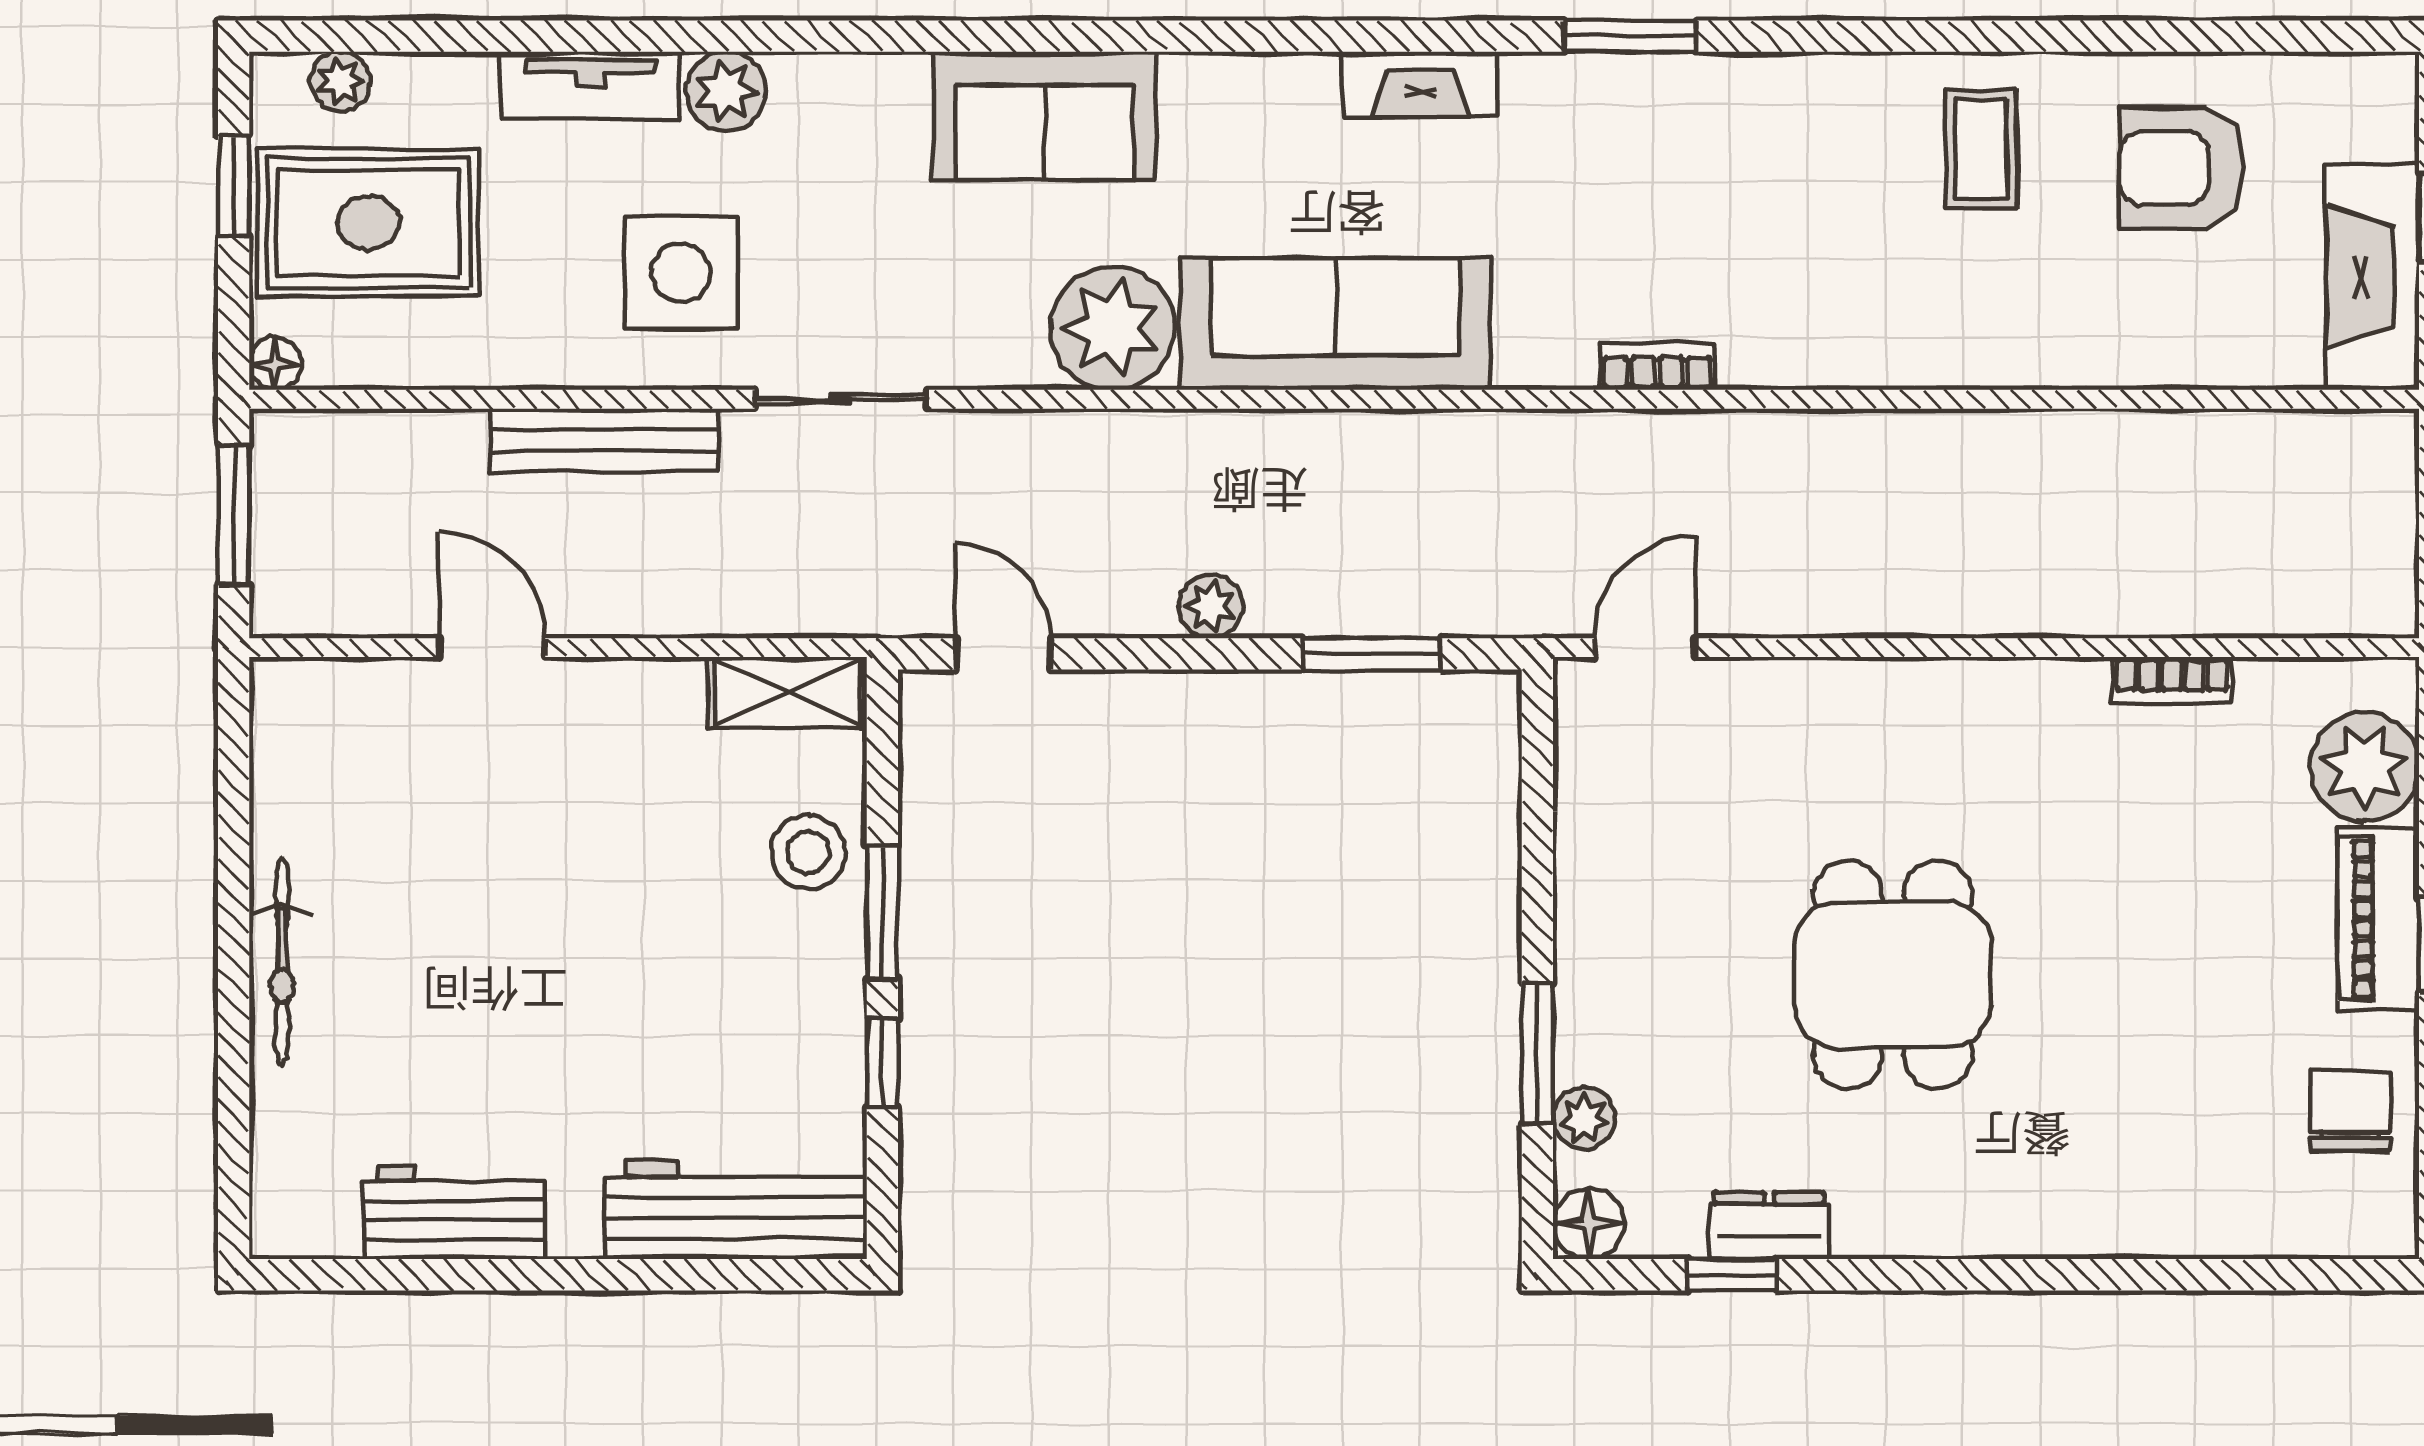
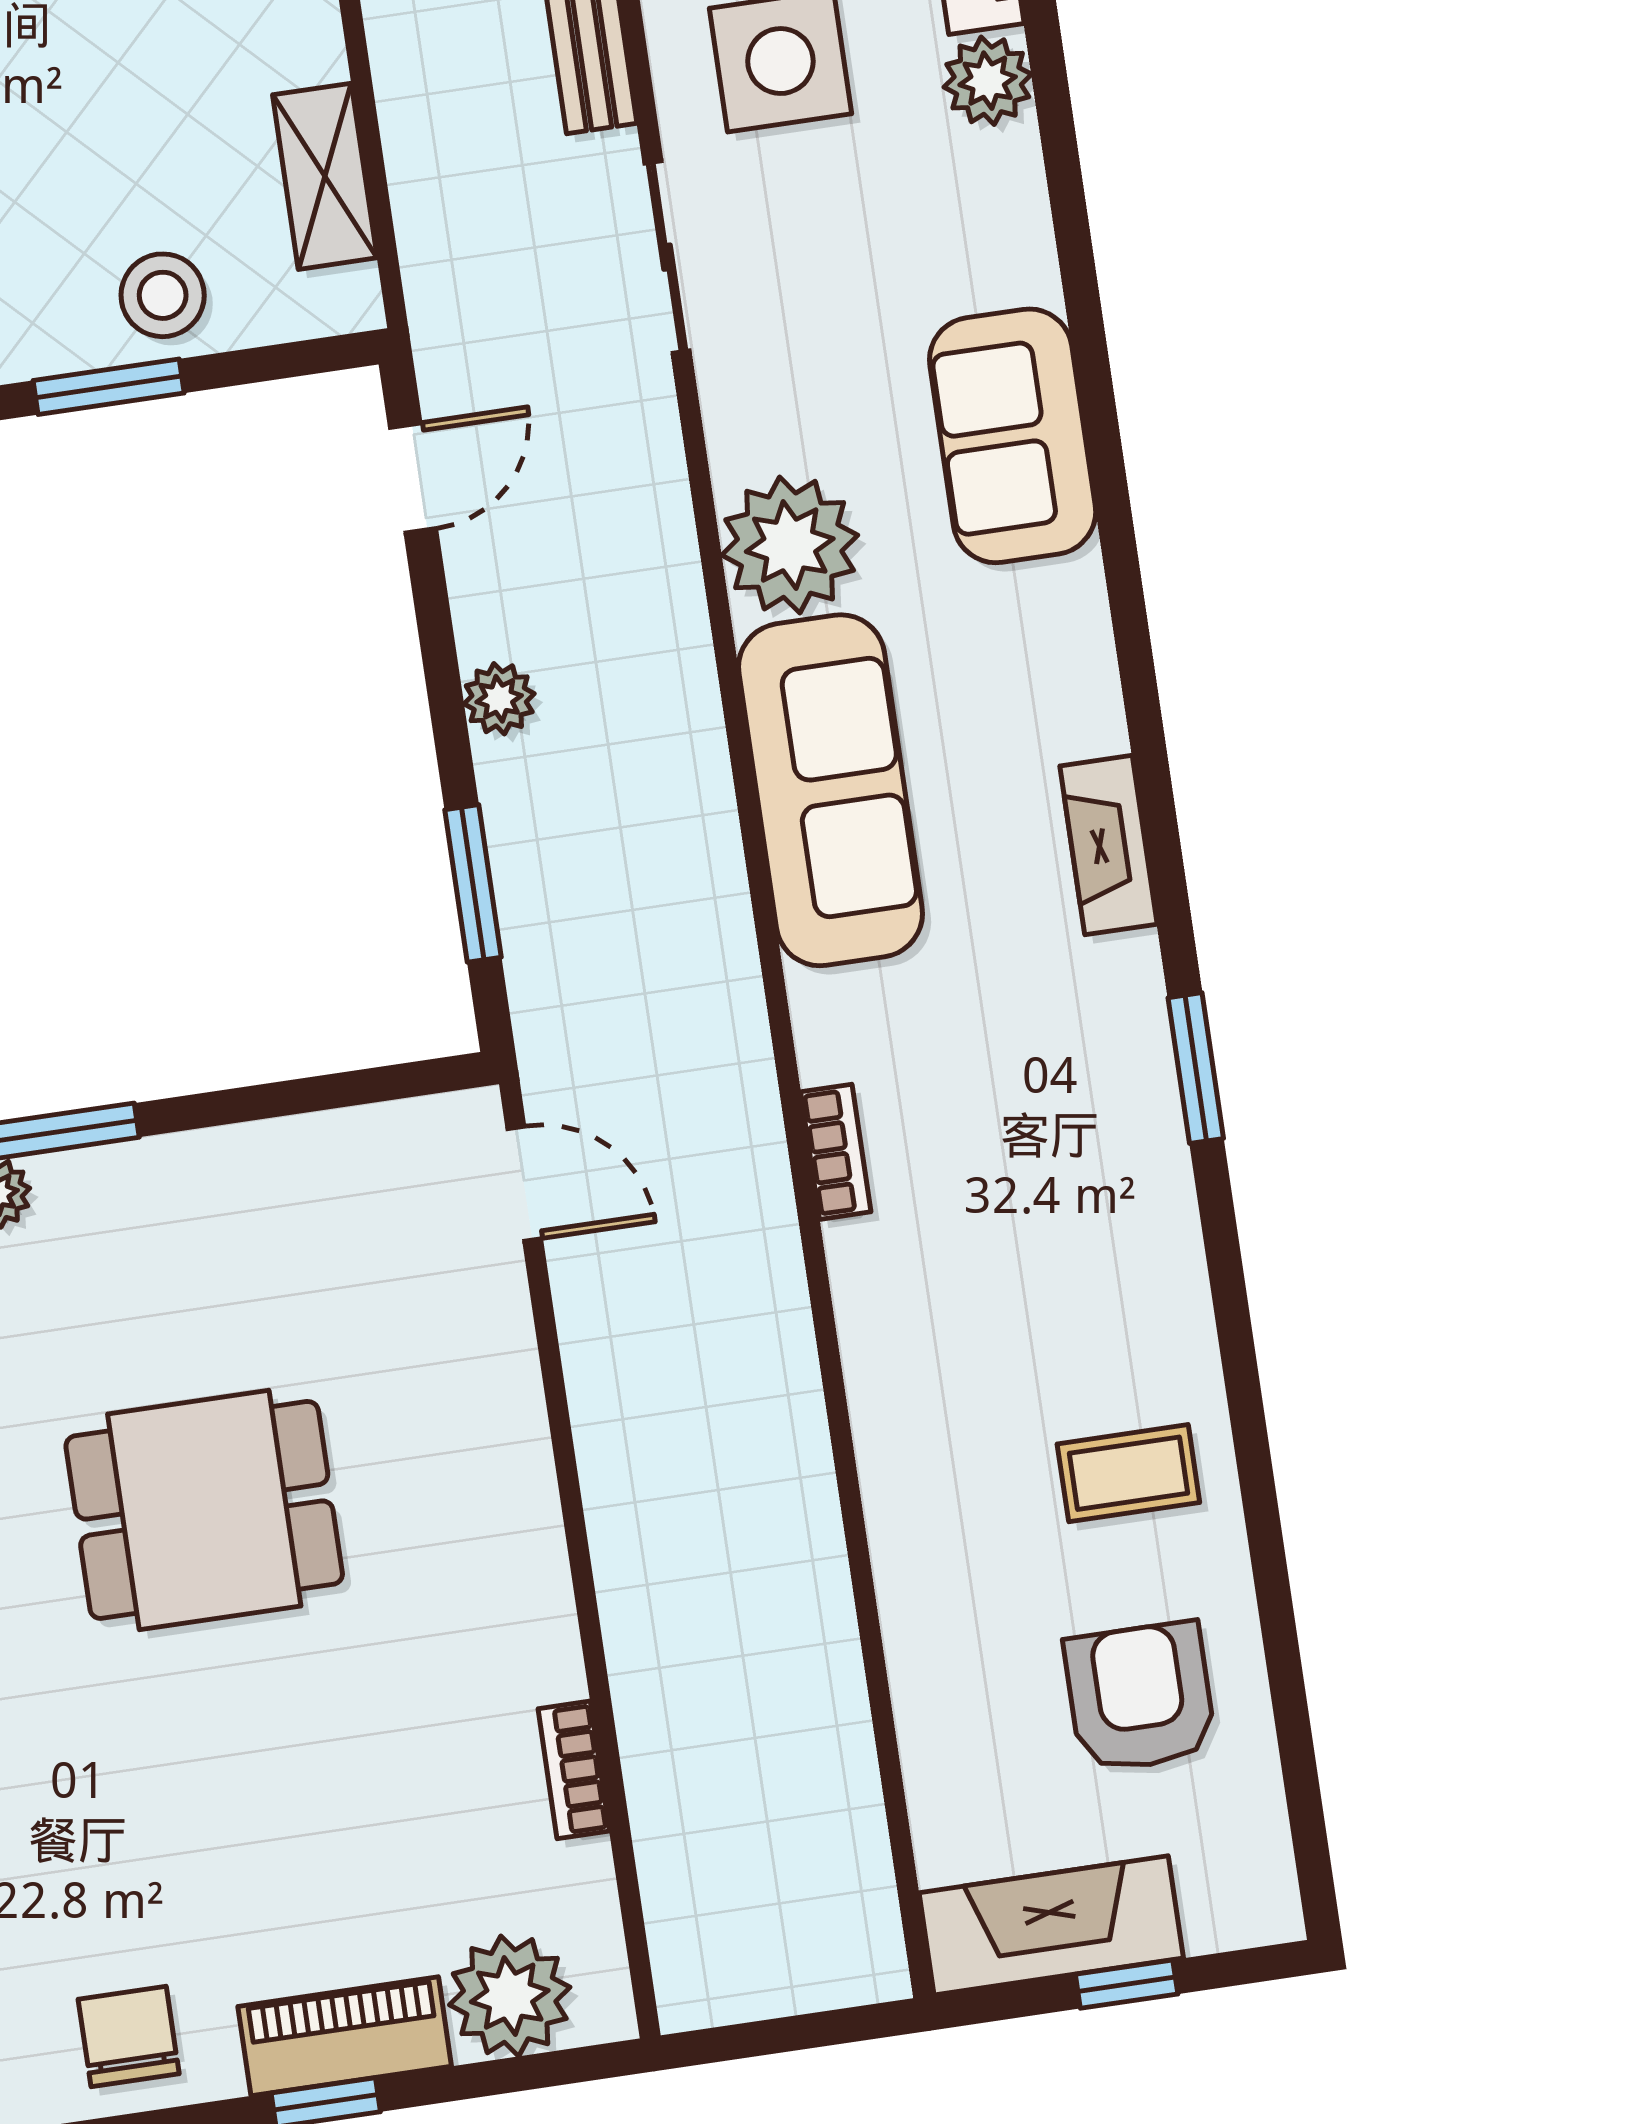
shelving: (788, 693) -> (325, 176), moved
chair: (2350, 1111) -> (129, 2037), turned -90

